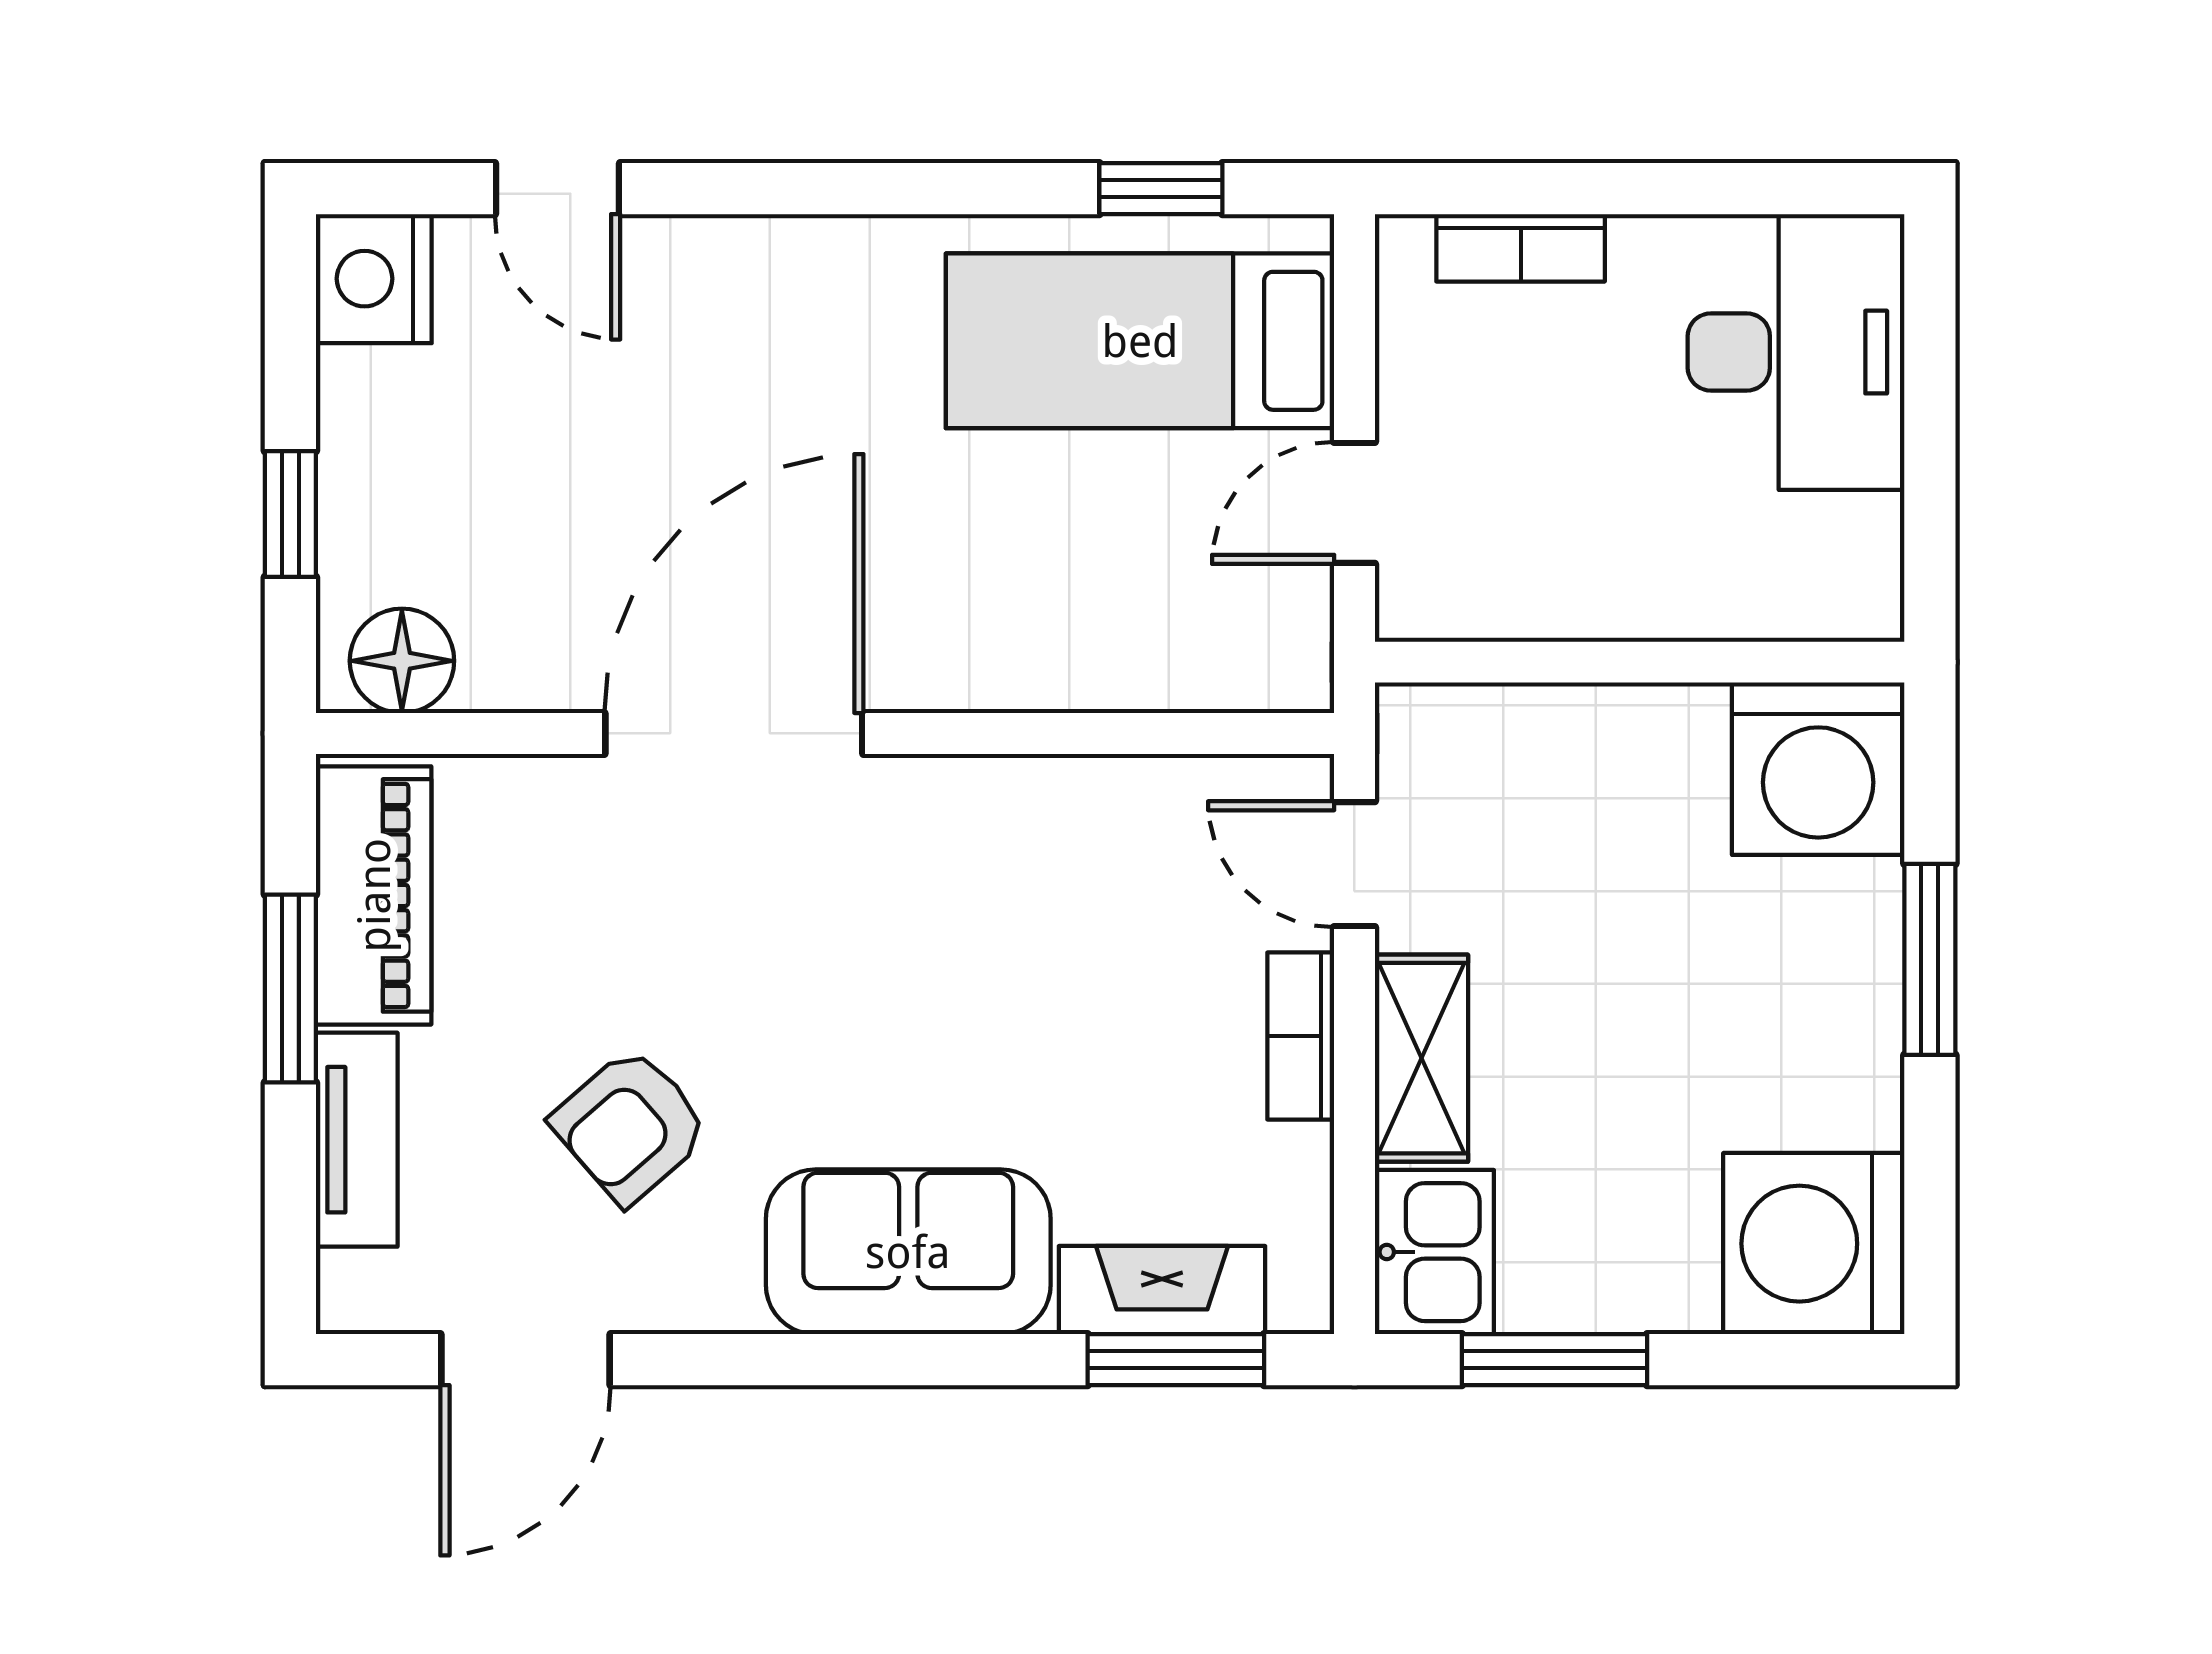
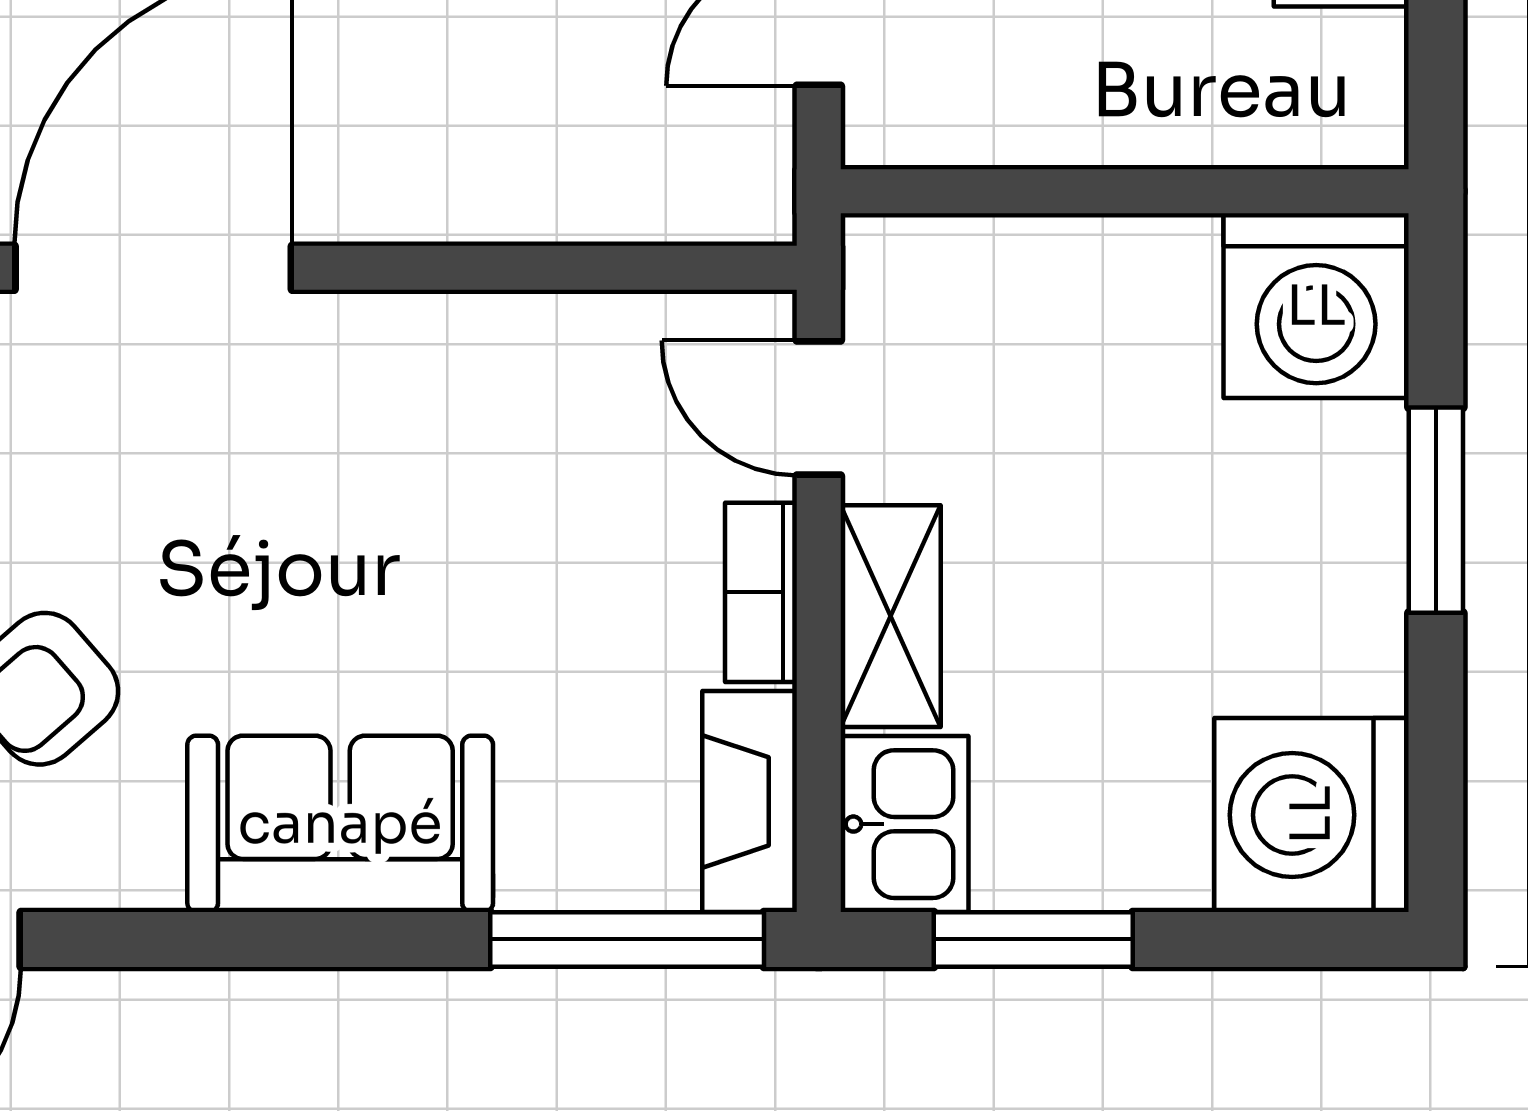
fireplace: (1162, 1290) -> (750, 801), moved, turned -90
window: (1176, 1360) -> (627, 939), width x1.44

